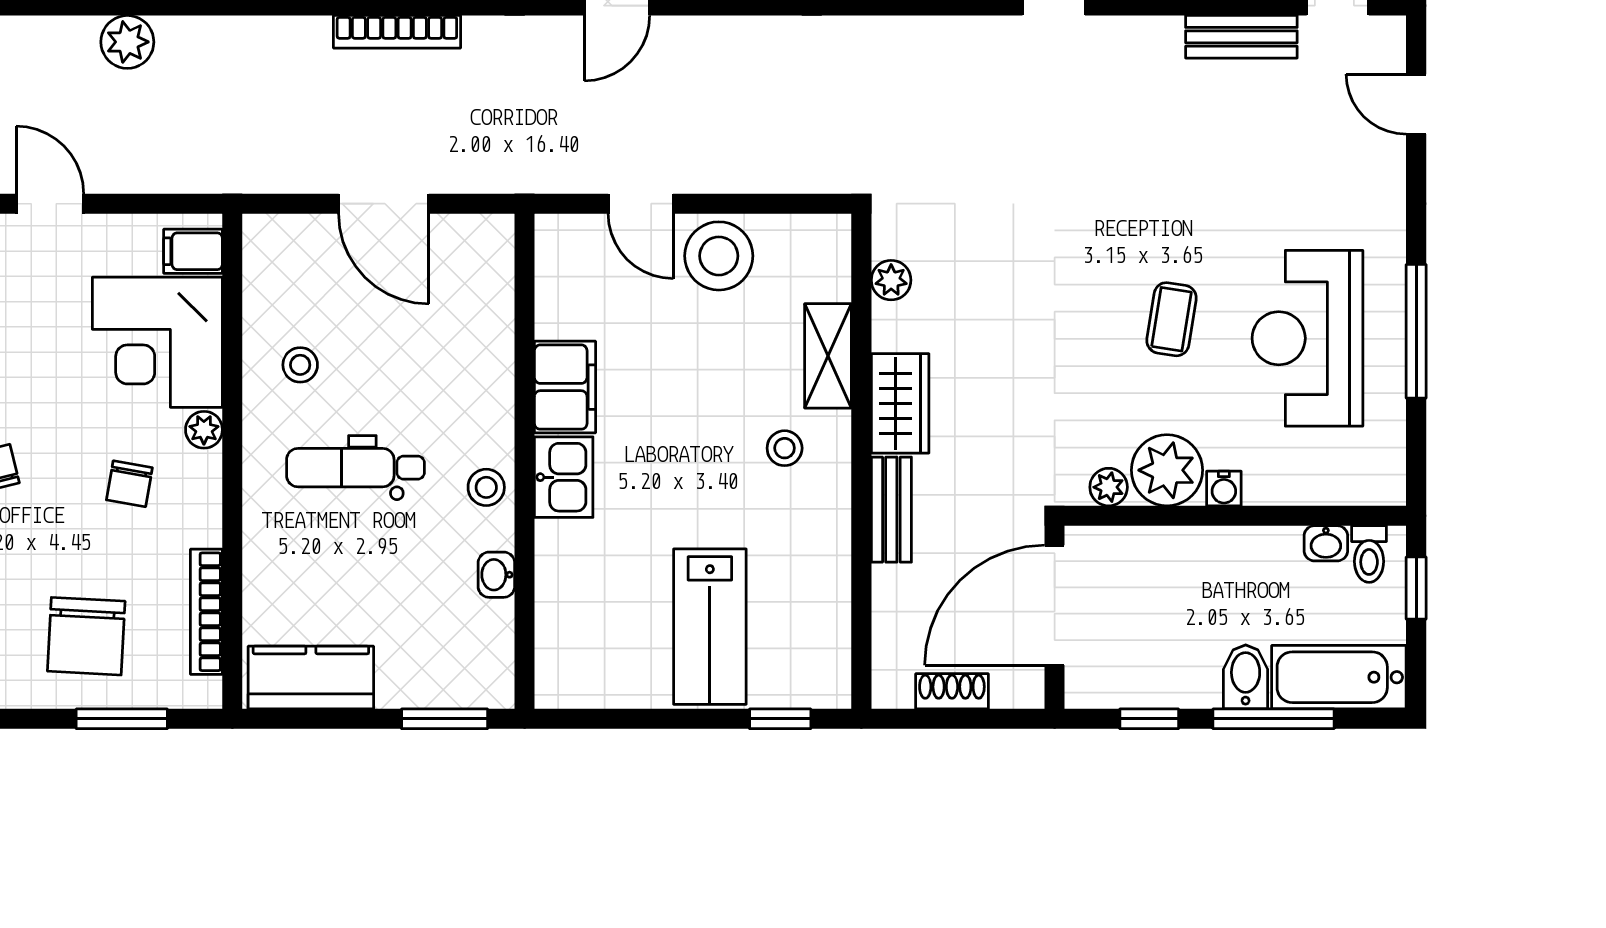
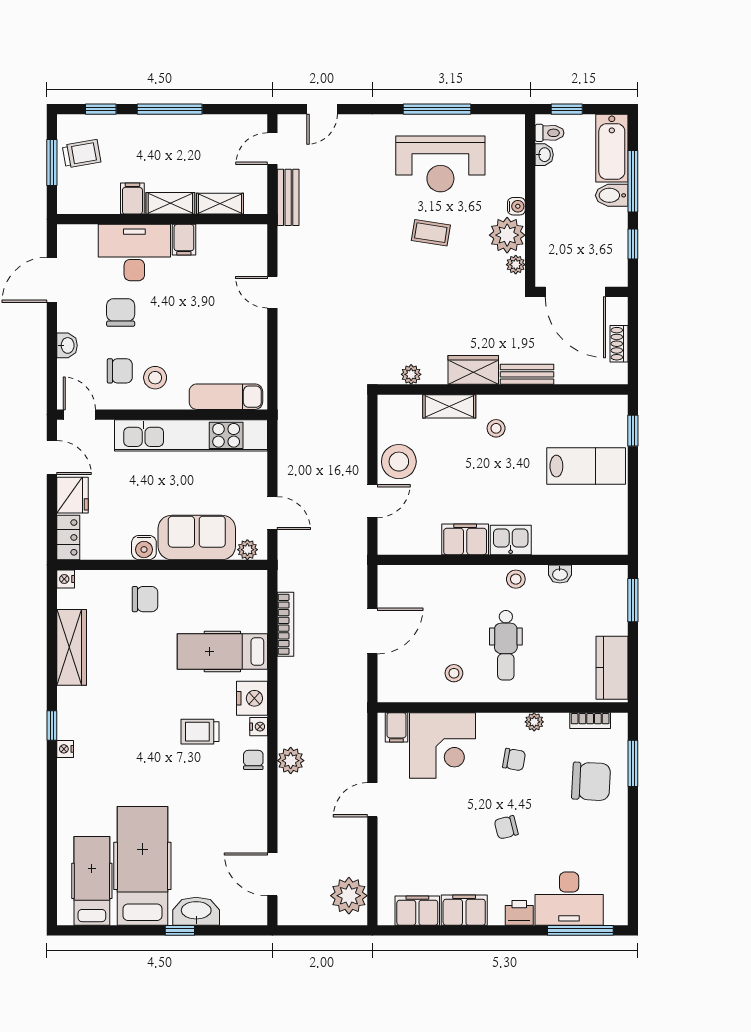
plant: (204, 430) -> (534, 722), moved
bookcase: (206, 612) -> (590, 721), width x0.64

